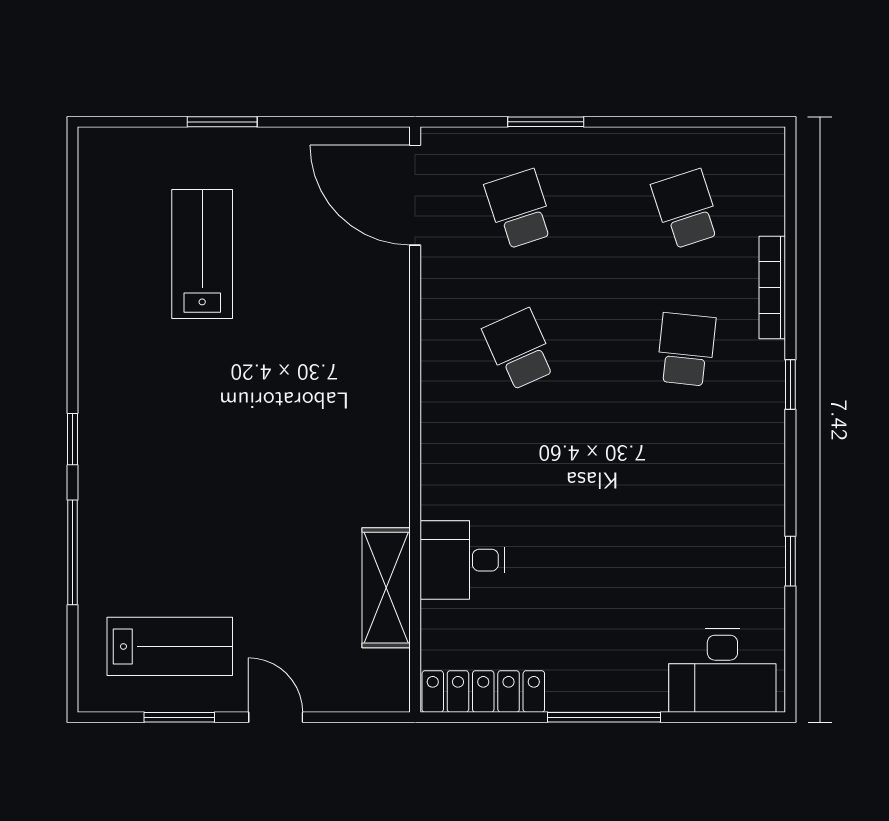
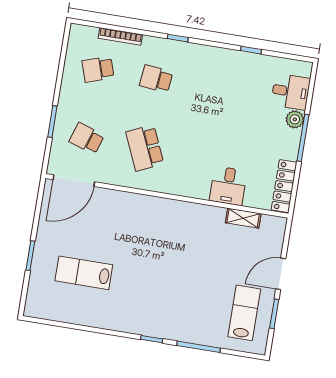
school desk: (519, 209) -> (87, 138), turned 36
bookcase: (772, 287) -> (120, 36), moved
school desk: (519, 349) -> (145, 148), width x1.85
shelving: (386, 588) -> (243, 218), width x0.67, depth x0.75
desk: (722, 670) -> (291, 92), width x0.73
plant: (644, 691) -> (295, 119), added
door: (276, 717) -> (281, 274), width x1.38

